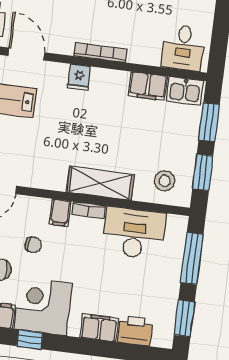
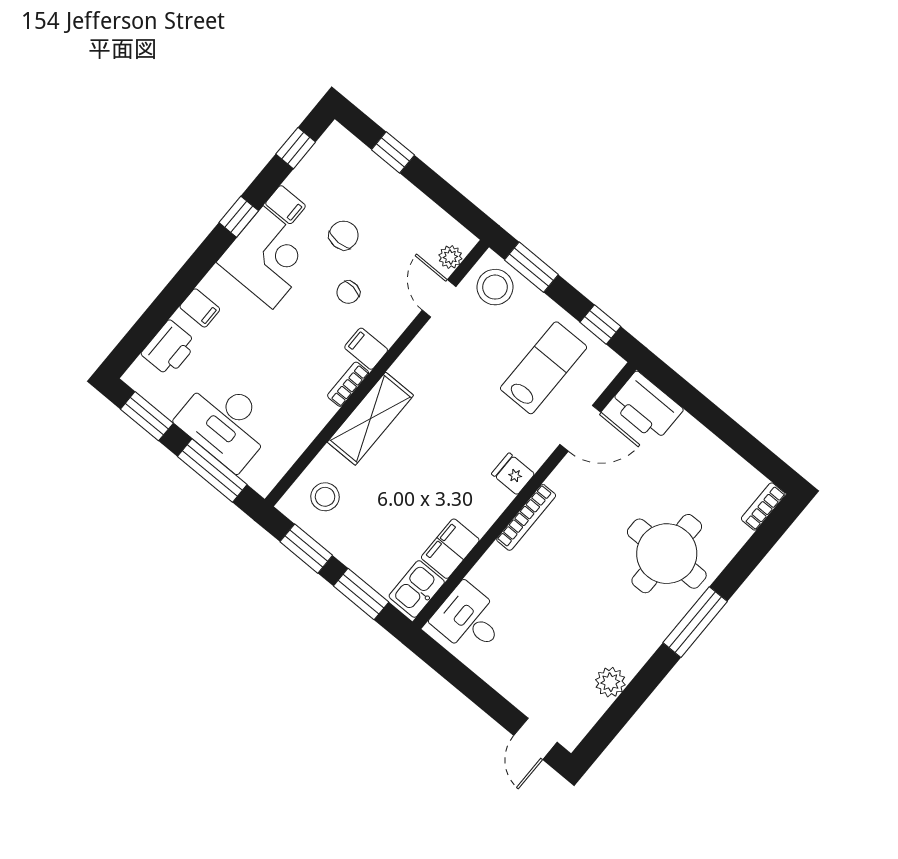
desk: (134, 233) -> (226, 423), moved, turned 90
filing cabinet: (99, 328) -> (200, 308), width x0.50

